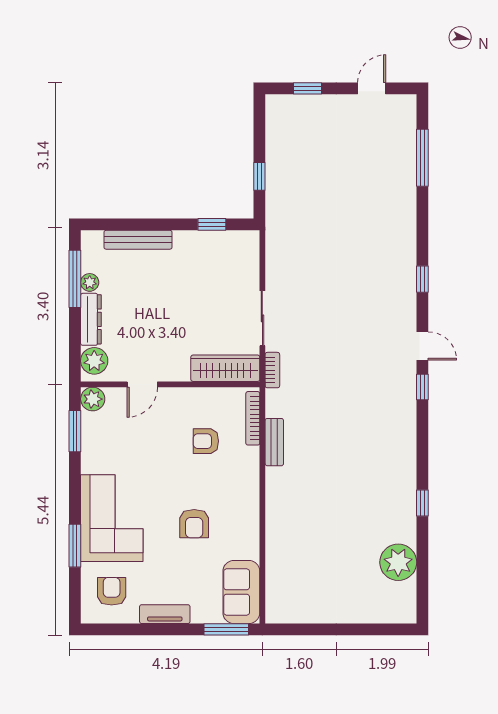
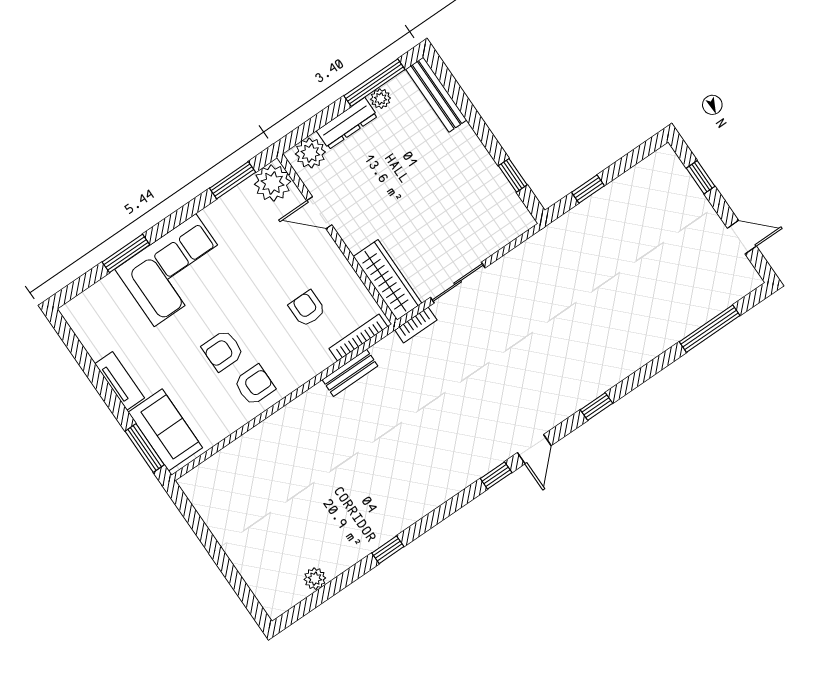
bench: (138, 240) -> (436, 95), moved
plant: (93, 399) -> (273, 183), width x1.36, depth x1.36
plant: (398, 562) -> (315, 579), width x0.53, depth x0.53
armchair: (112, 591) -> (255, 385), moved
sofa: (241, 592) -> (165, 430), moved, turned 90

